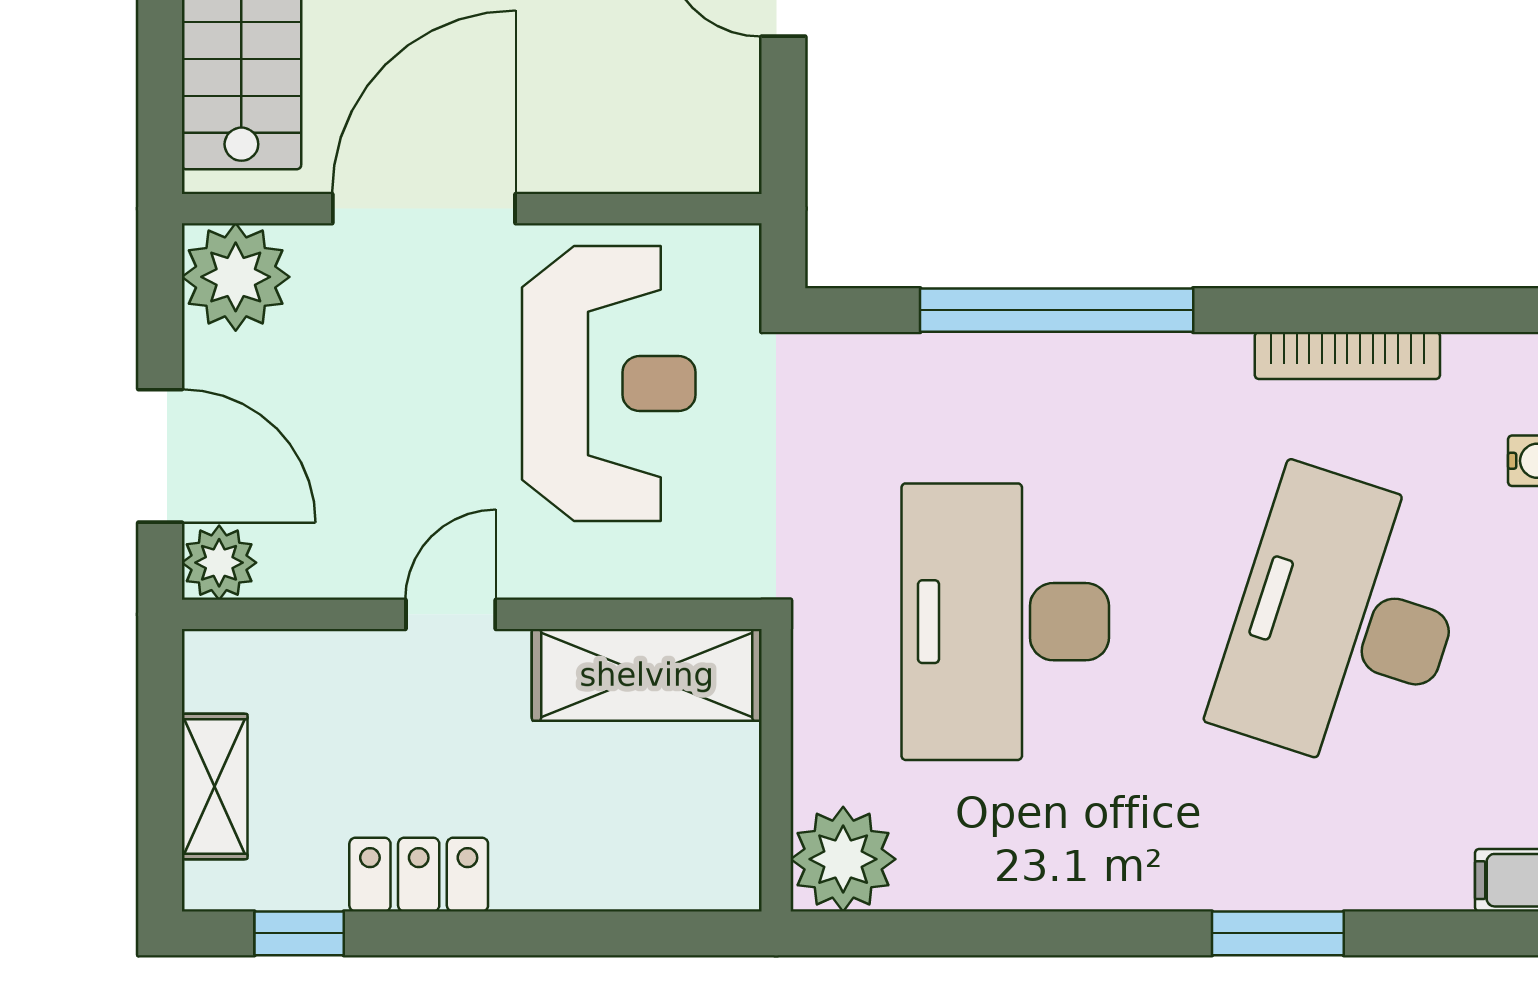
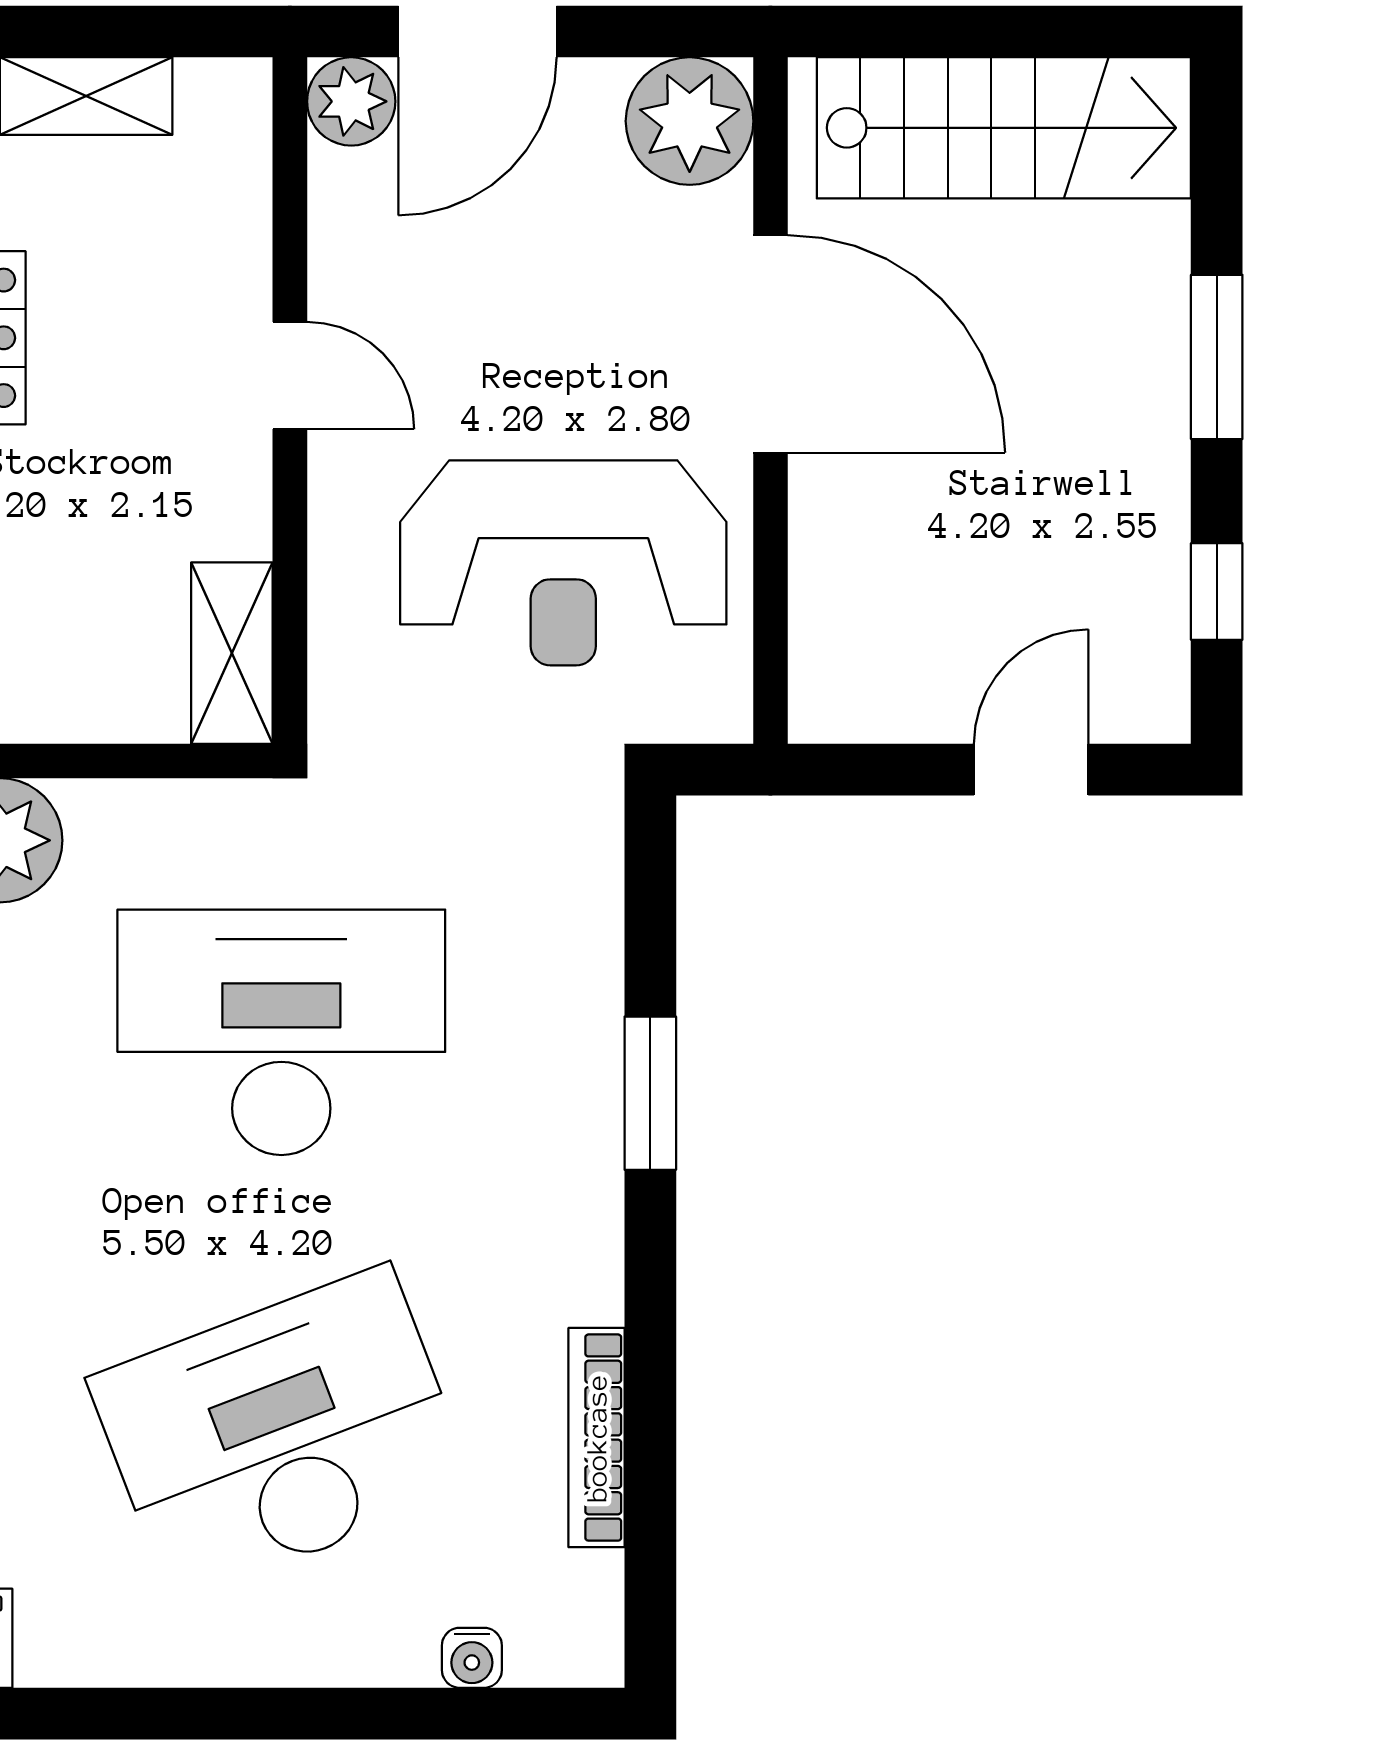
window: (1057, 310) -> (650, 1093), width x0.47
desk: (1344, 622) -> (281, 1434), turned -39
shelving: (647, 675) -> (232, 653), width x0.67, depth x0.75

